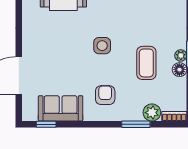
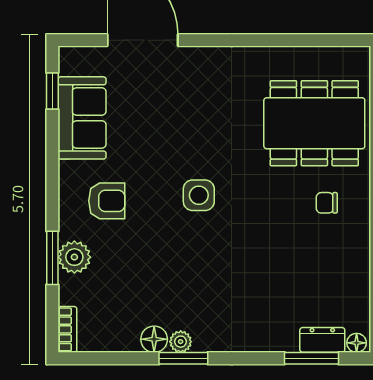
coffee table: (146, 63) -> (167, 278), removed
plant: (152, 113) -> (74, 257), moved

